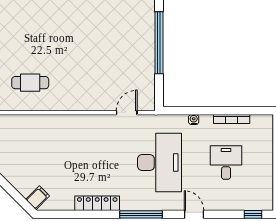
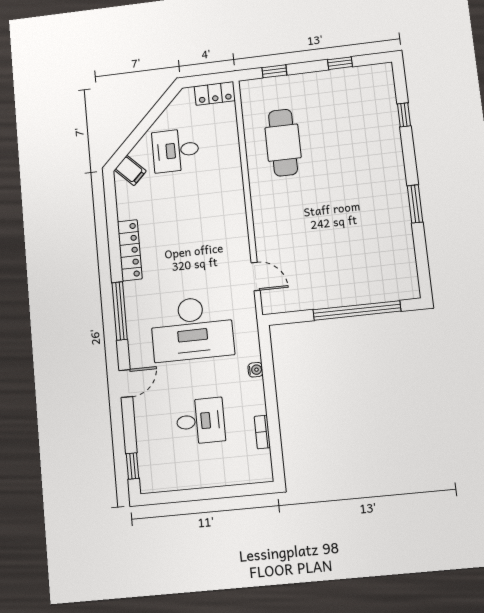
cafe table: (30, 83) -> (283, 143), width x1.37, depth x1.35
bookcase: (232, 119) -> (262, 432), width x0.64
desk: (26, 163) -> (176, 150), added

